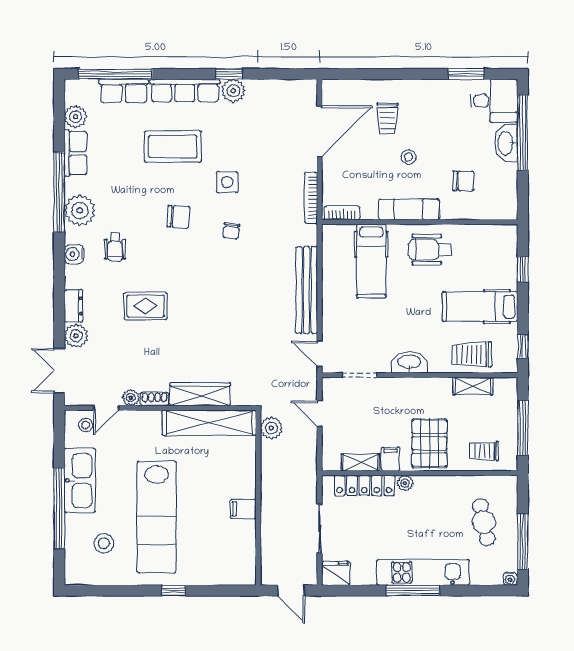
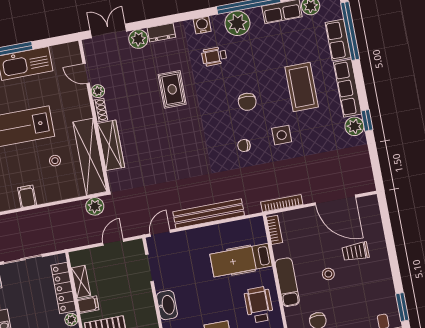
stool: (86, 425) -> (55, 161), moved

